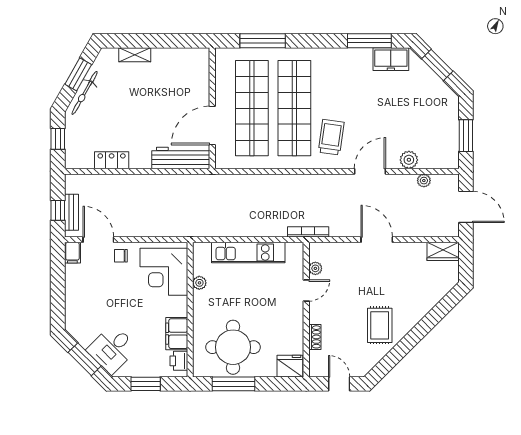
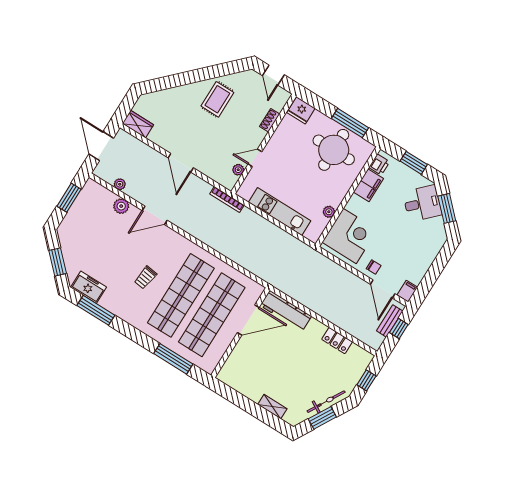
trolley: (331, 137) -> (145, 278), moved, width x0.73, depth x0.72

